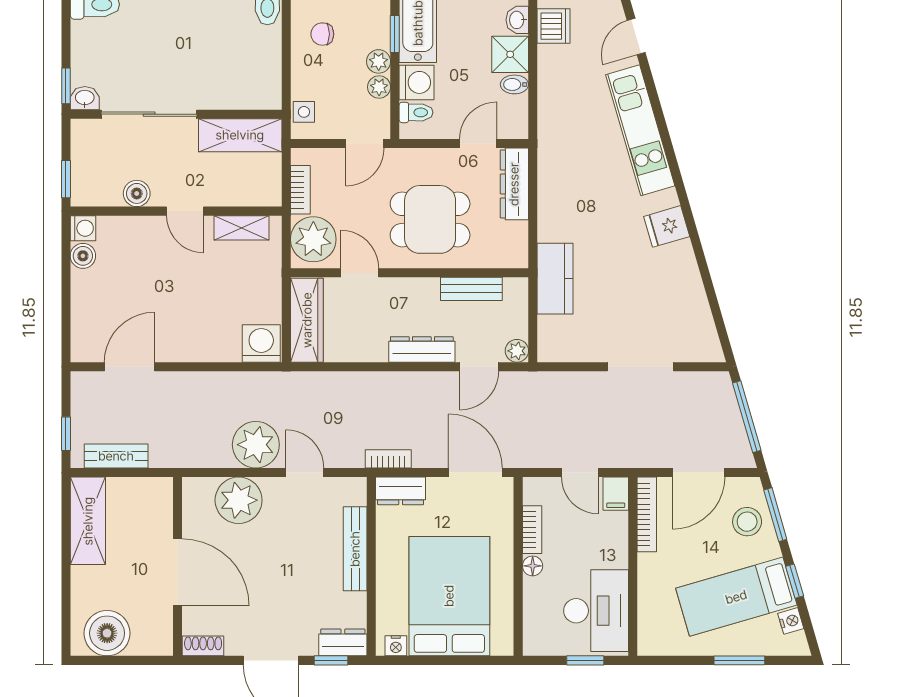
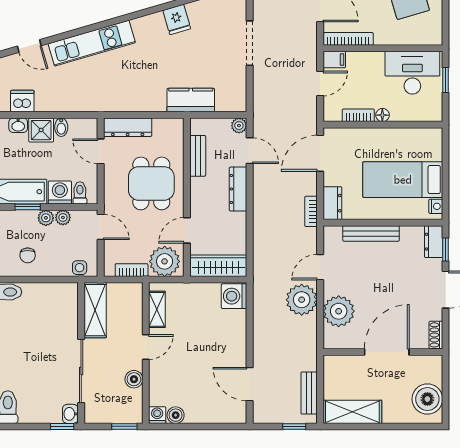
fridge: (667, 226) -> (177, 20), moved
bed: (449, 596) -> (403, 180), width x0.67

